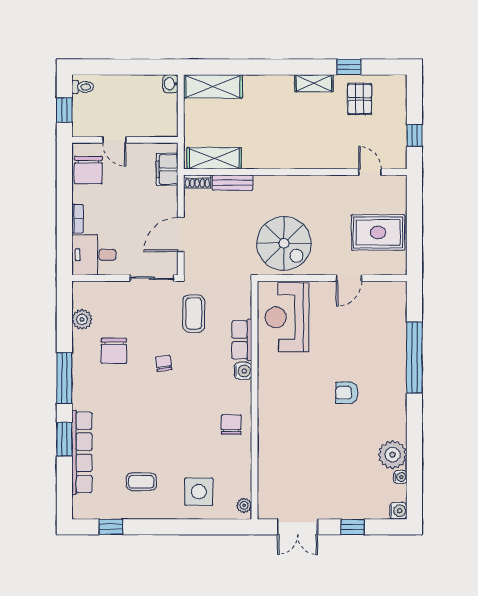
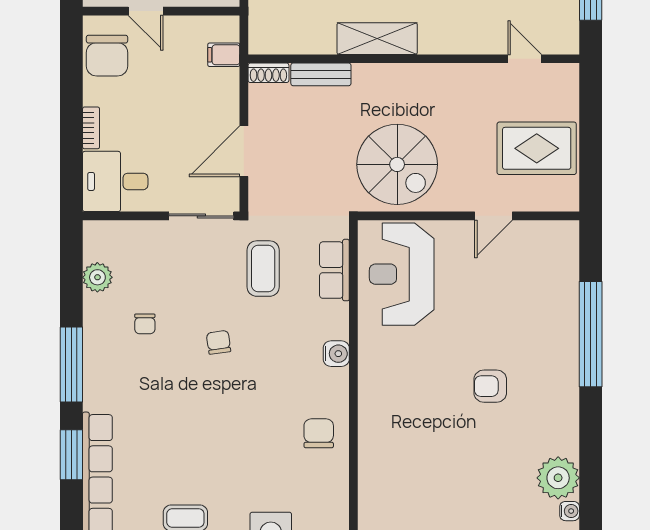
shelving: (214, 158) -> (377, 39), moved
filing cabinet: (167, 169) -> (224, 55), width x0.50
row of seats: (242, 340) -> (334, 270), moved
chair: (114, 351) -> (145, 324), width x0.54, depth x0.54

